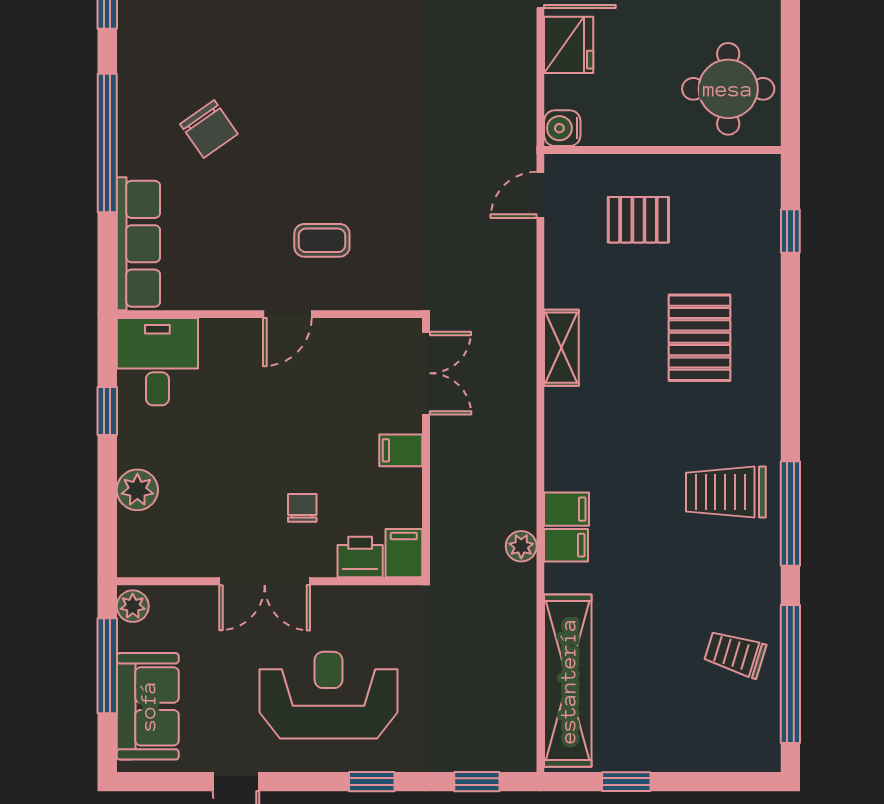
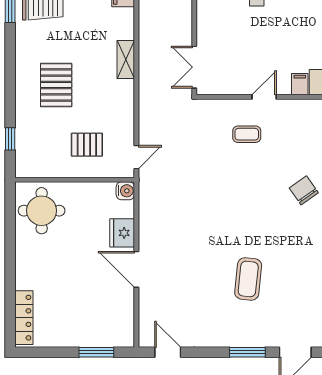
shelving: (561, 348) -> (126, 59), moved
filing cabinet: (401, 450) -> (300, 84), moved, turned -90

